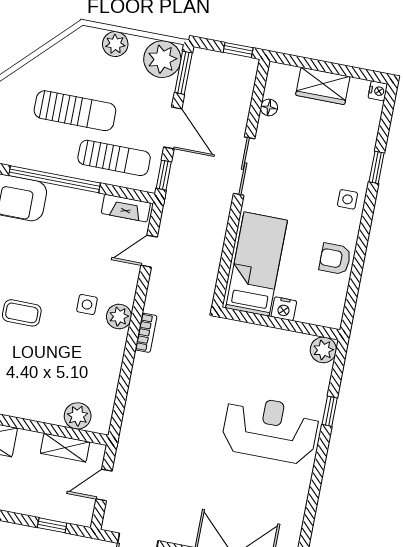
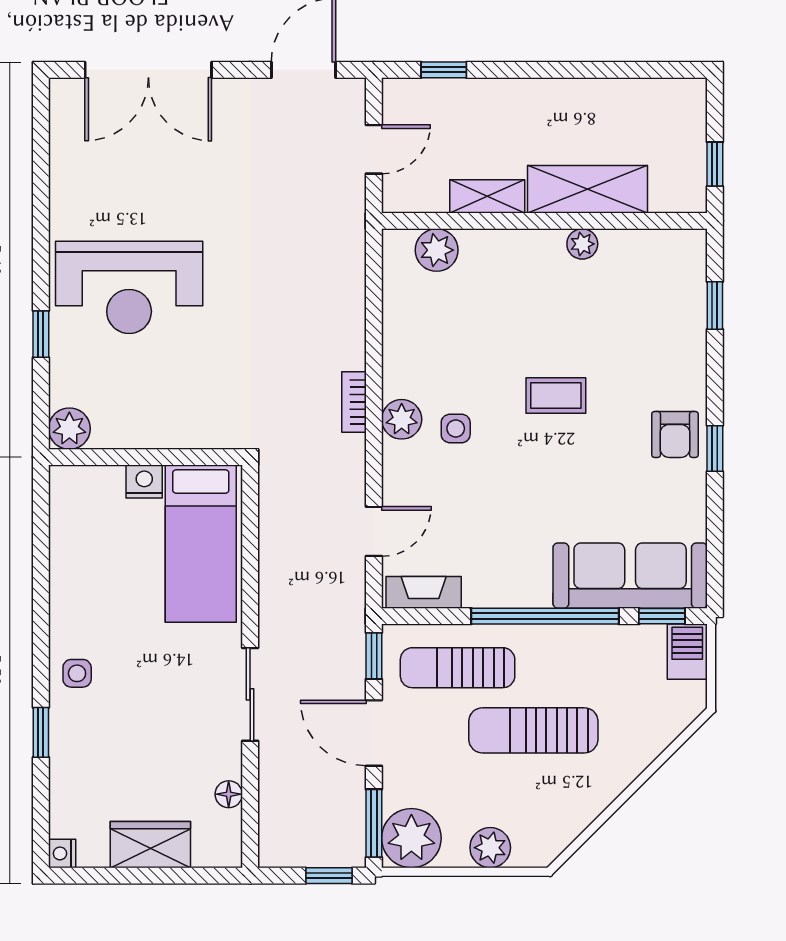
window: (238, 50) -> (329, 876), moved
armchair: (335, 259) -> (79, 576), removed
shelving: (65, 448) -> (487, 196), moved

